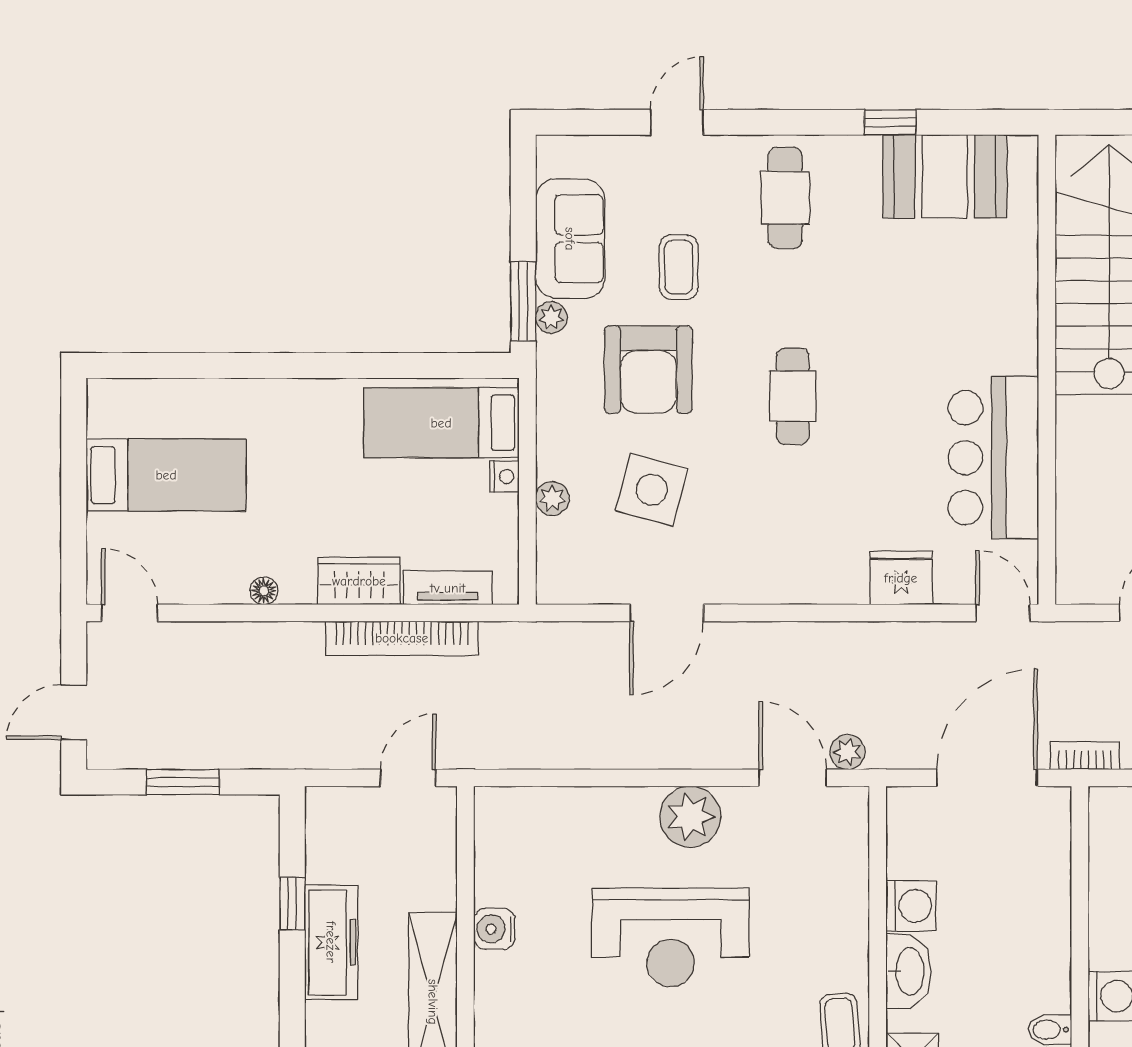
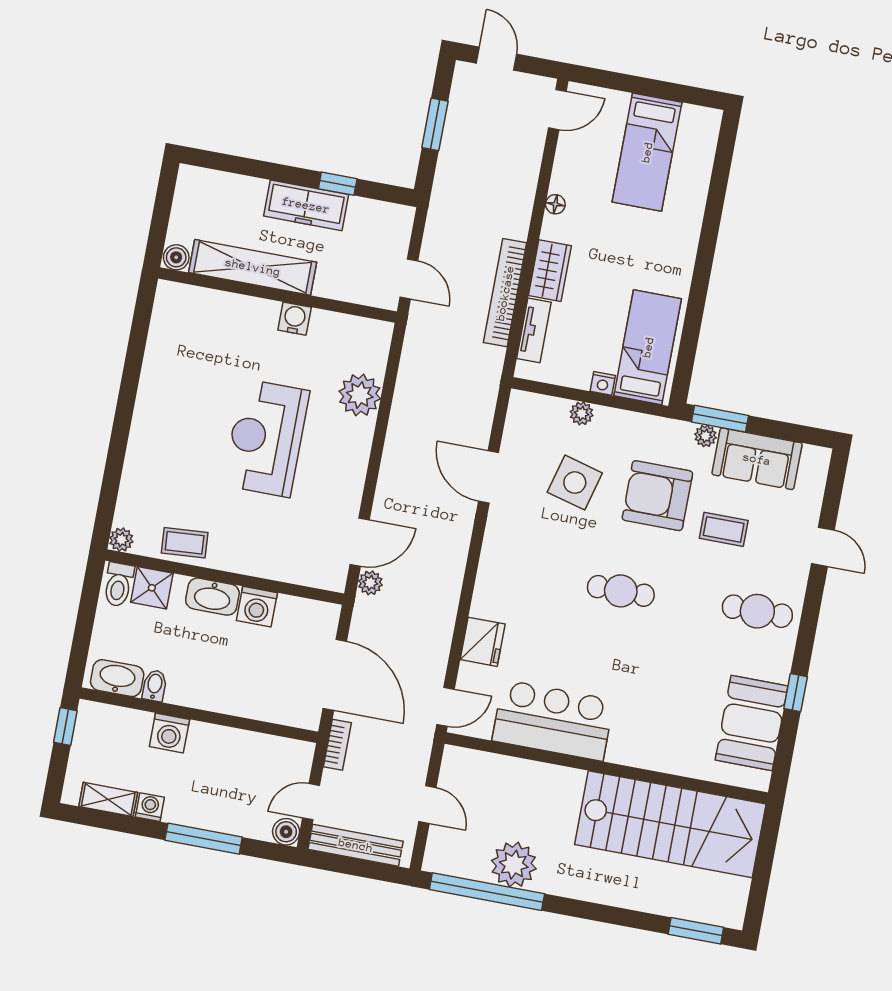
plant: (690, 817) -> (360, 395), moved

